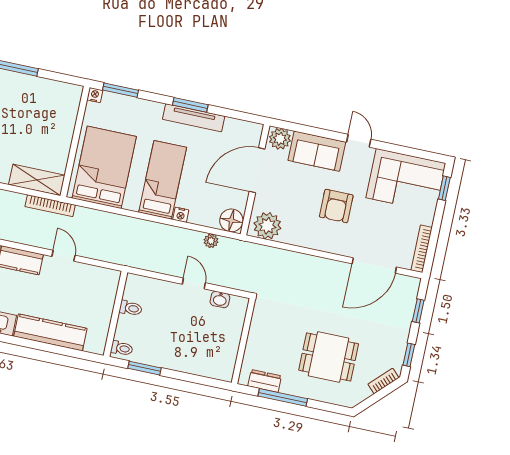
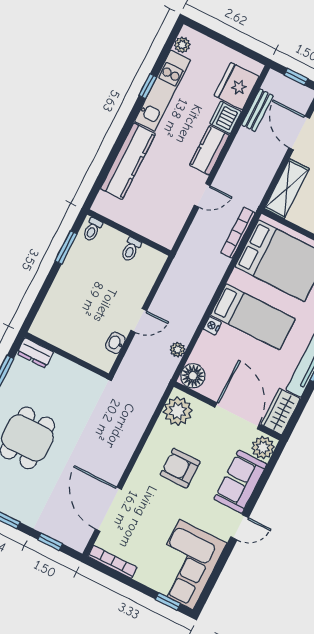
wardrobe: (243, 131) -> (281, 412), added
bookcase: (50, 206) -> (238, 233), moved
armchair: (336, 206) -> (180, 468), moved
dresser: (265, 381) -> (35, 353), moved, turned 90

